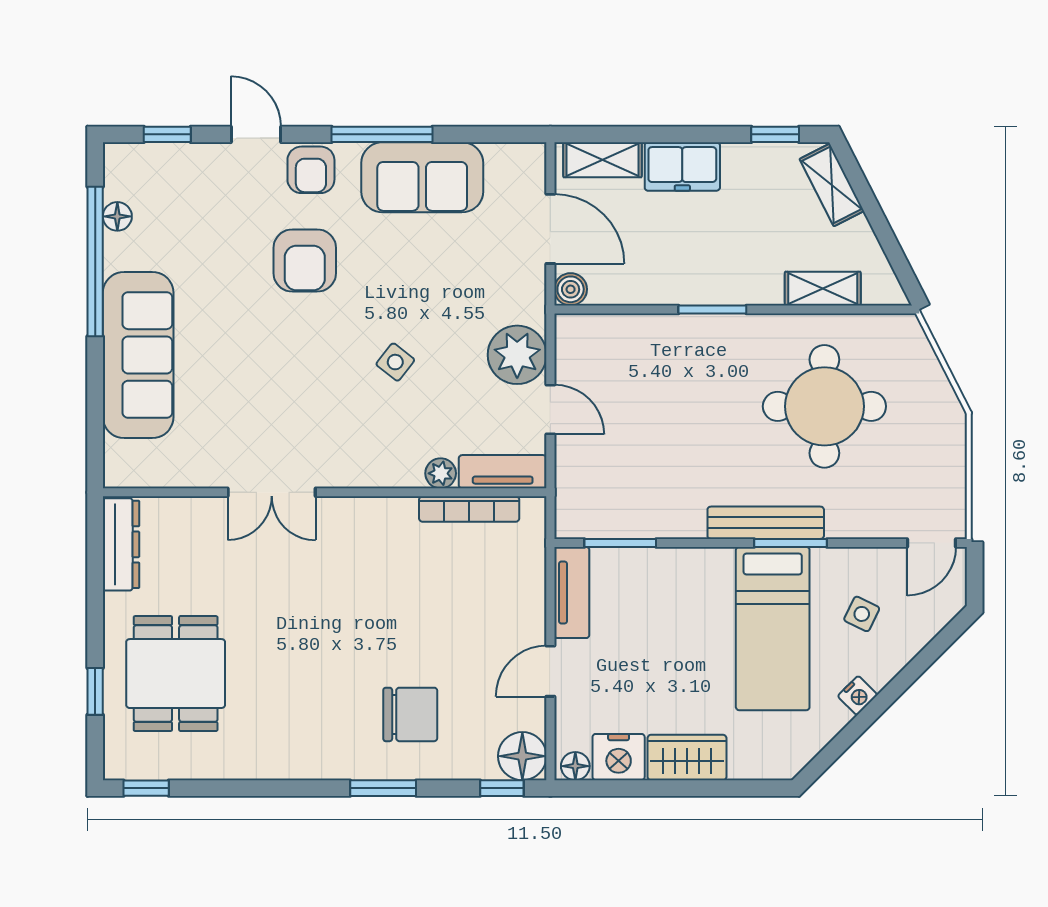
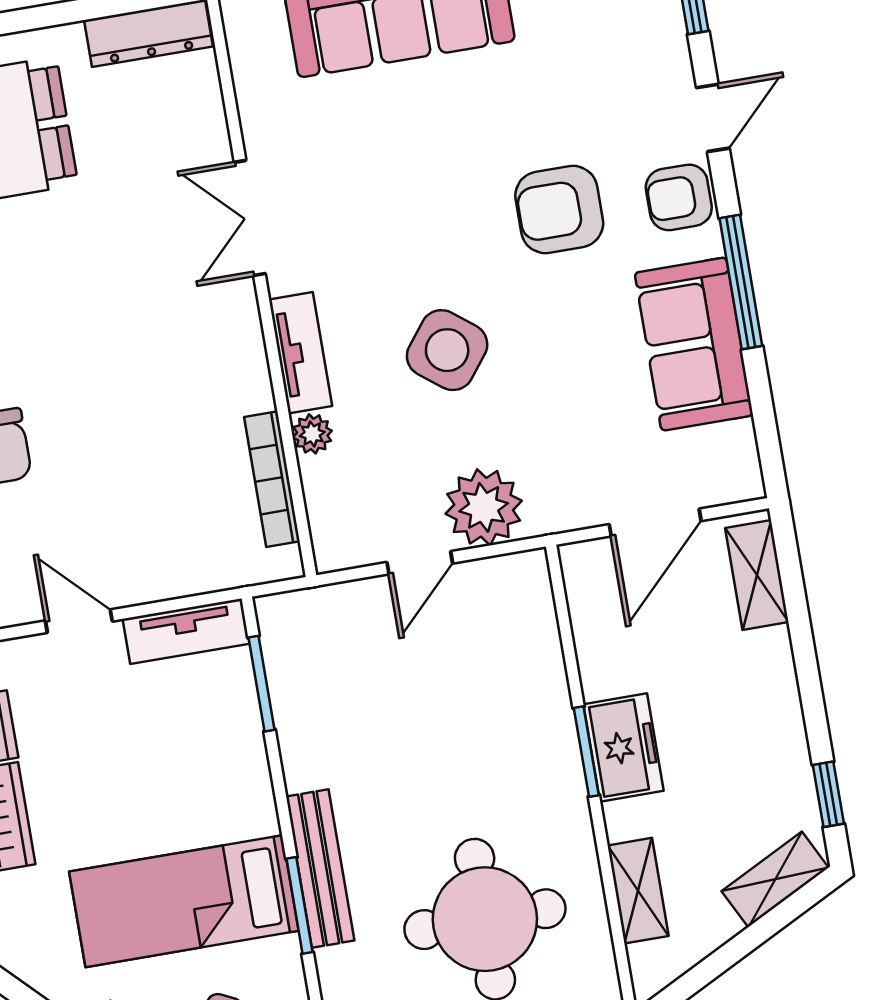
freezer: (682, 166) -> (623, 747), moved, turned 180
boiler: (571, 289) -> (581, 562), removed
side table: (395, 362) -> (447, 350), width x1.87, depth x1.87
tv unit: (503, 472) -> (300, 353), moved

